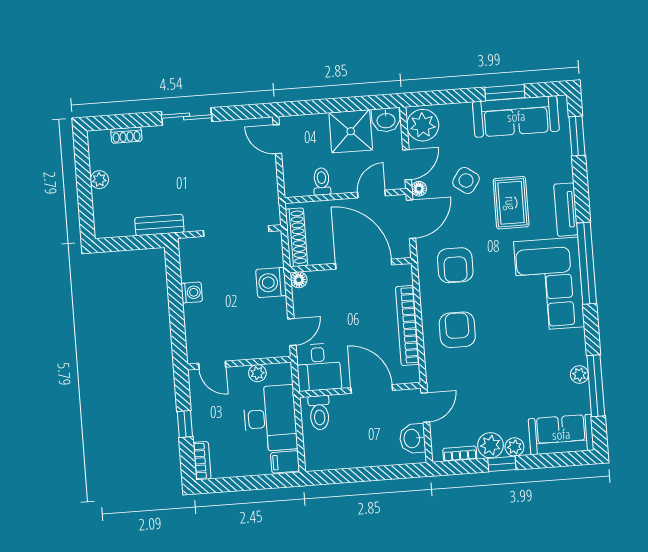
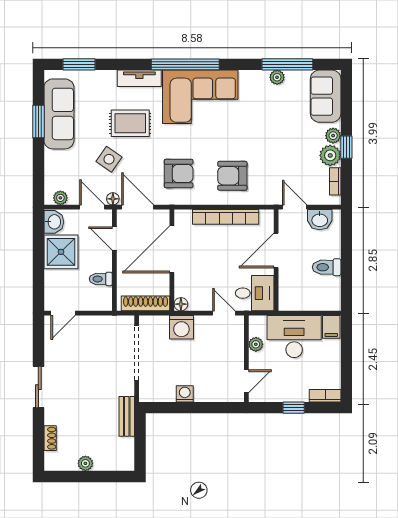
plant: (423, 125) -> (60, 198), width x0.53, depth x0.53
toilet: (319, 413) -> (327, 267), moved, turned 180

